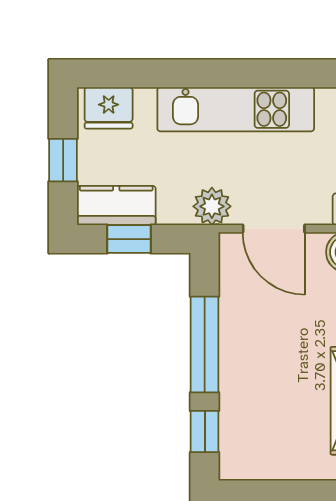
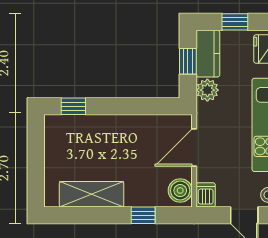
plant: (212, 206) -> (207, 90), moved
window: (205, 345) -> (125, 106), removed

